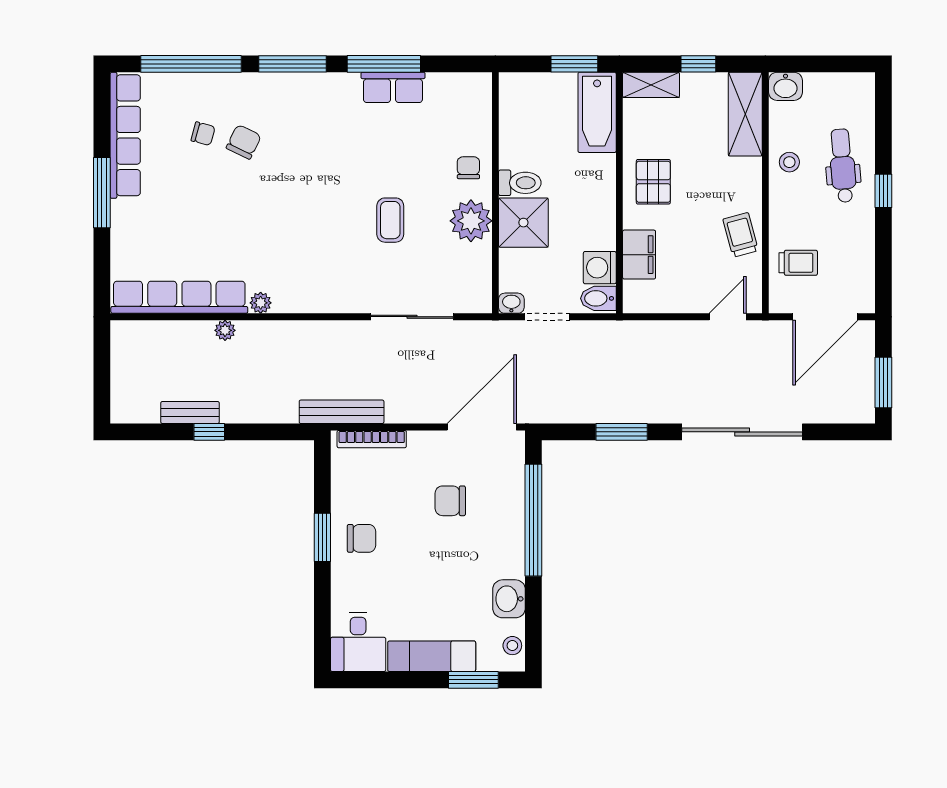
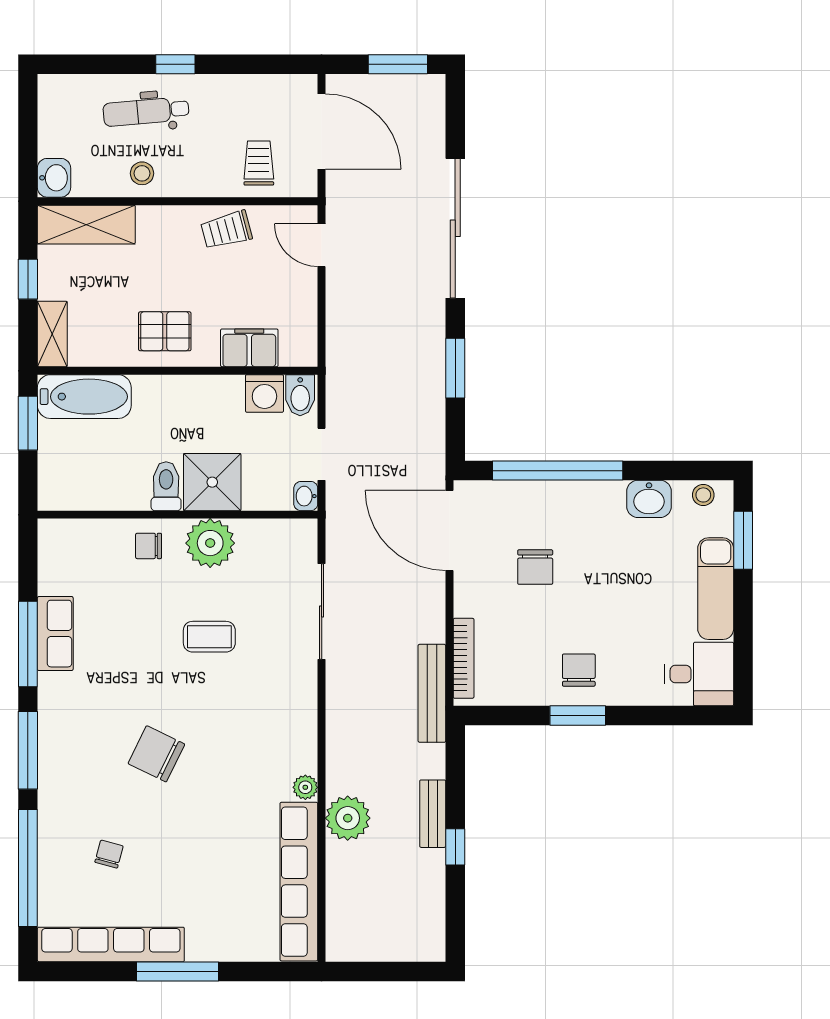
chair: (244, 142) -> (156, 754), moved, width x1.37, depth x1.37
plant: (225, 330) -> (348, 818), width x1.88, depth x1.88
bench: (190, 413) -> (433, 814), moved

